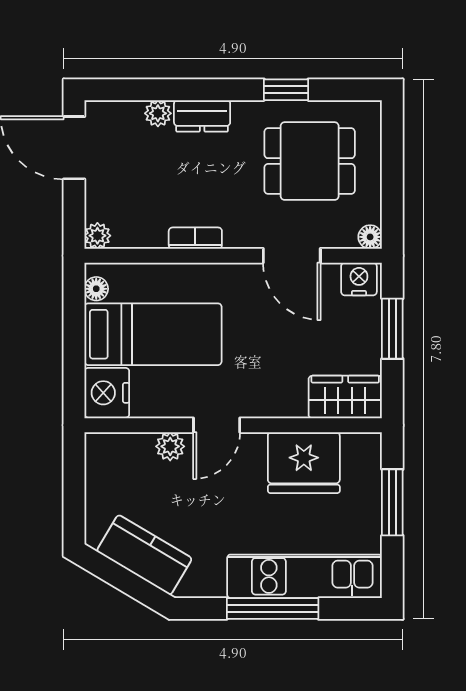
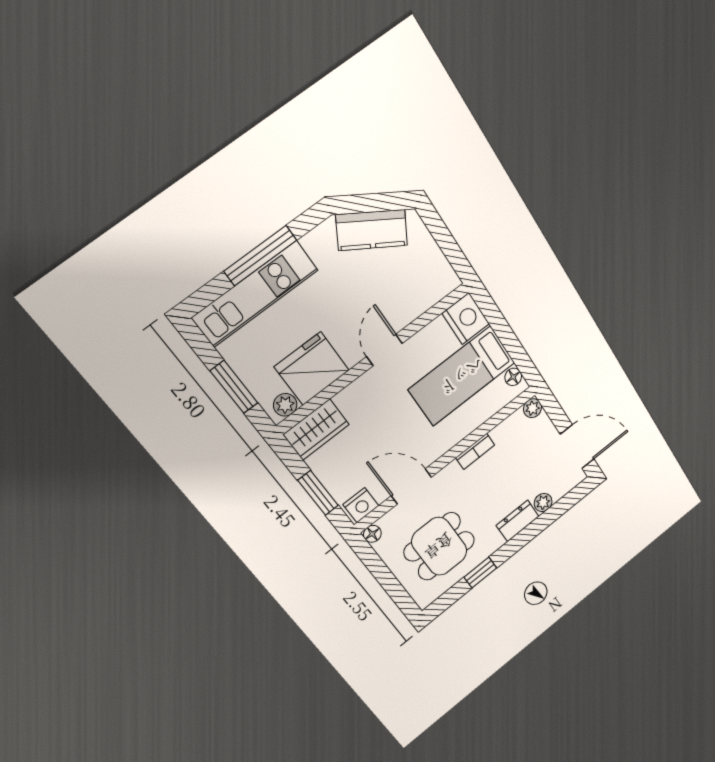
plant: (170, 446) -> (285, 405), moved

